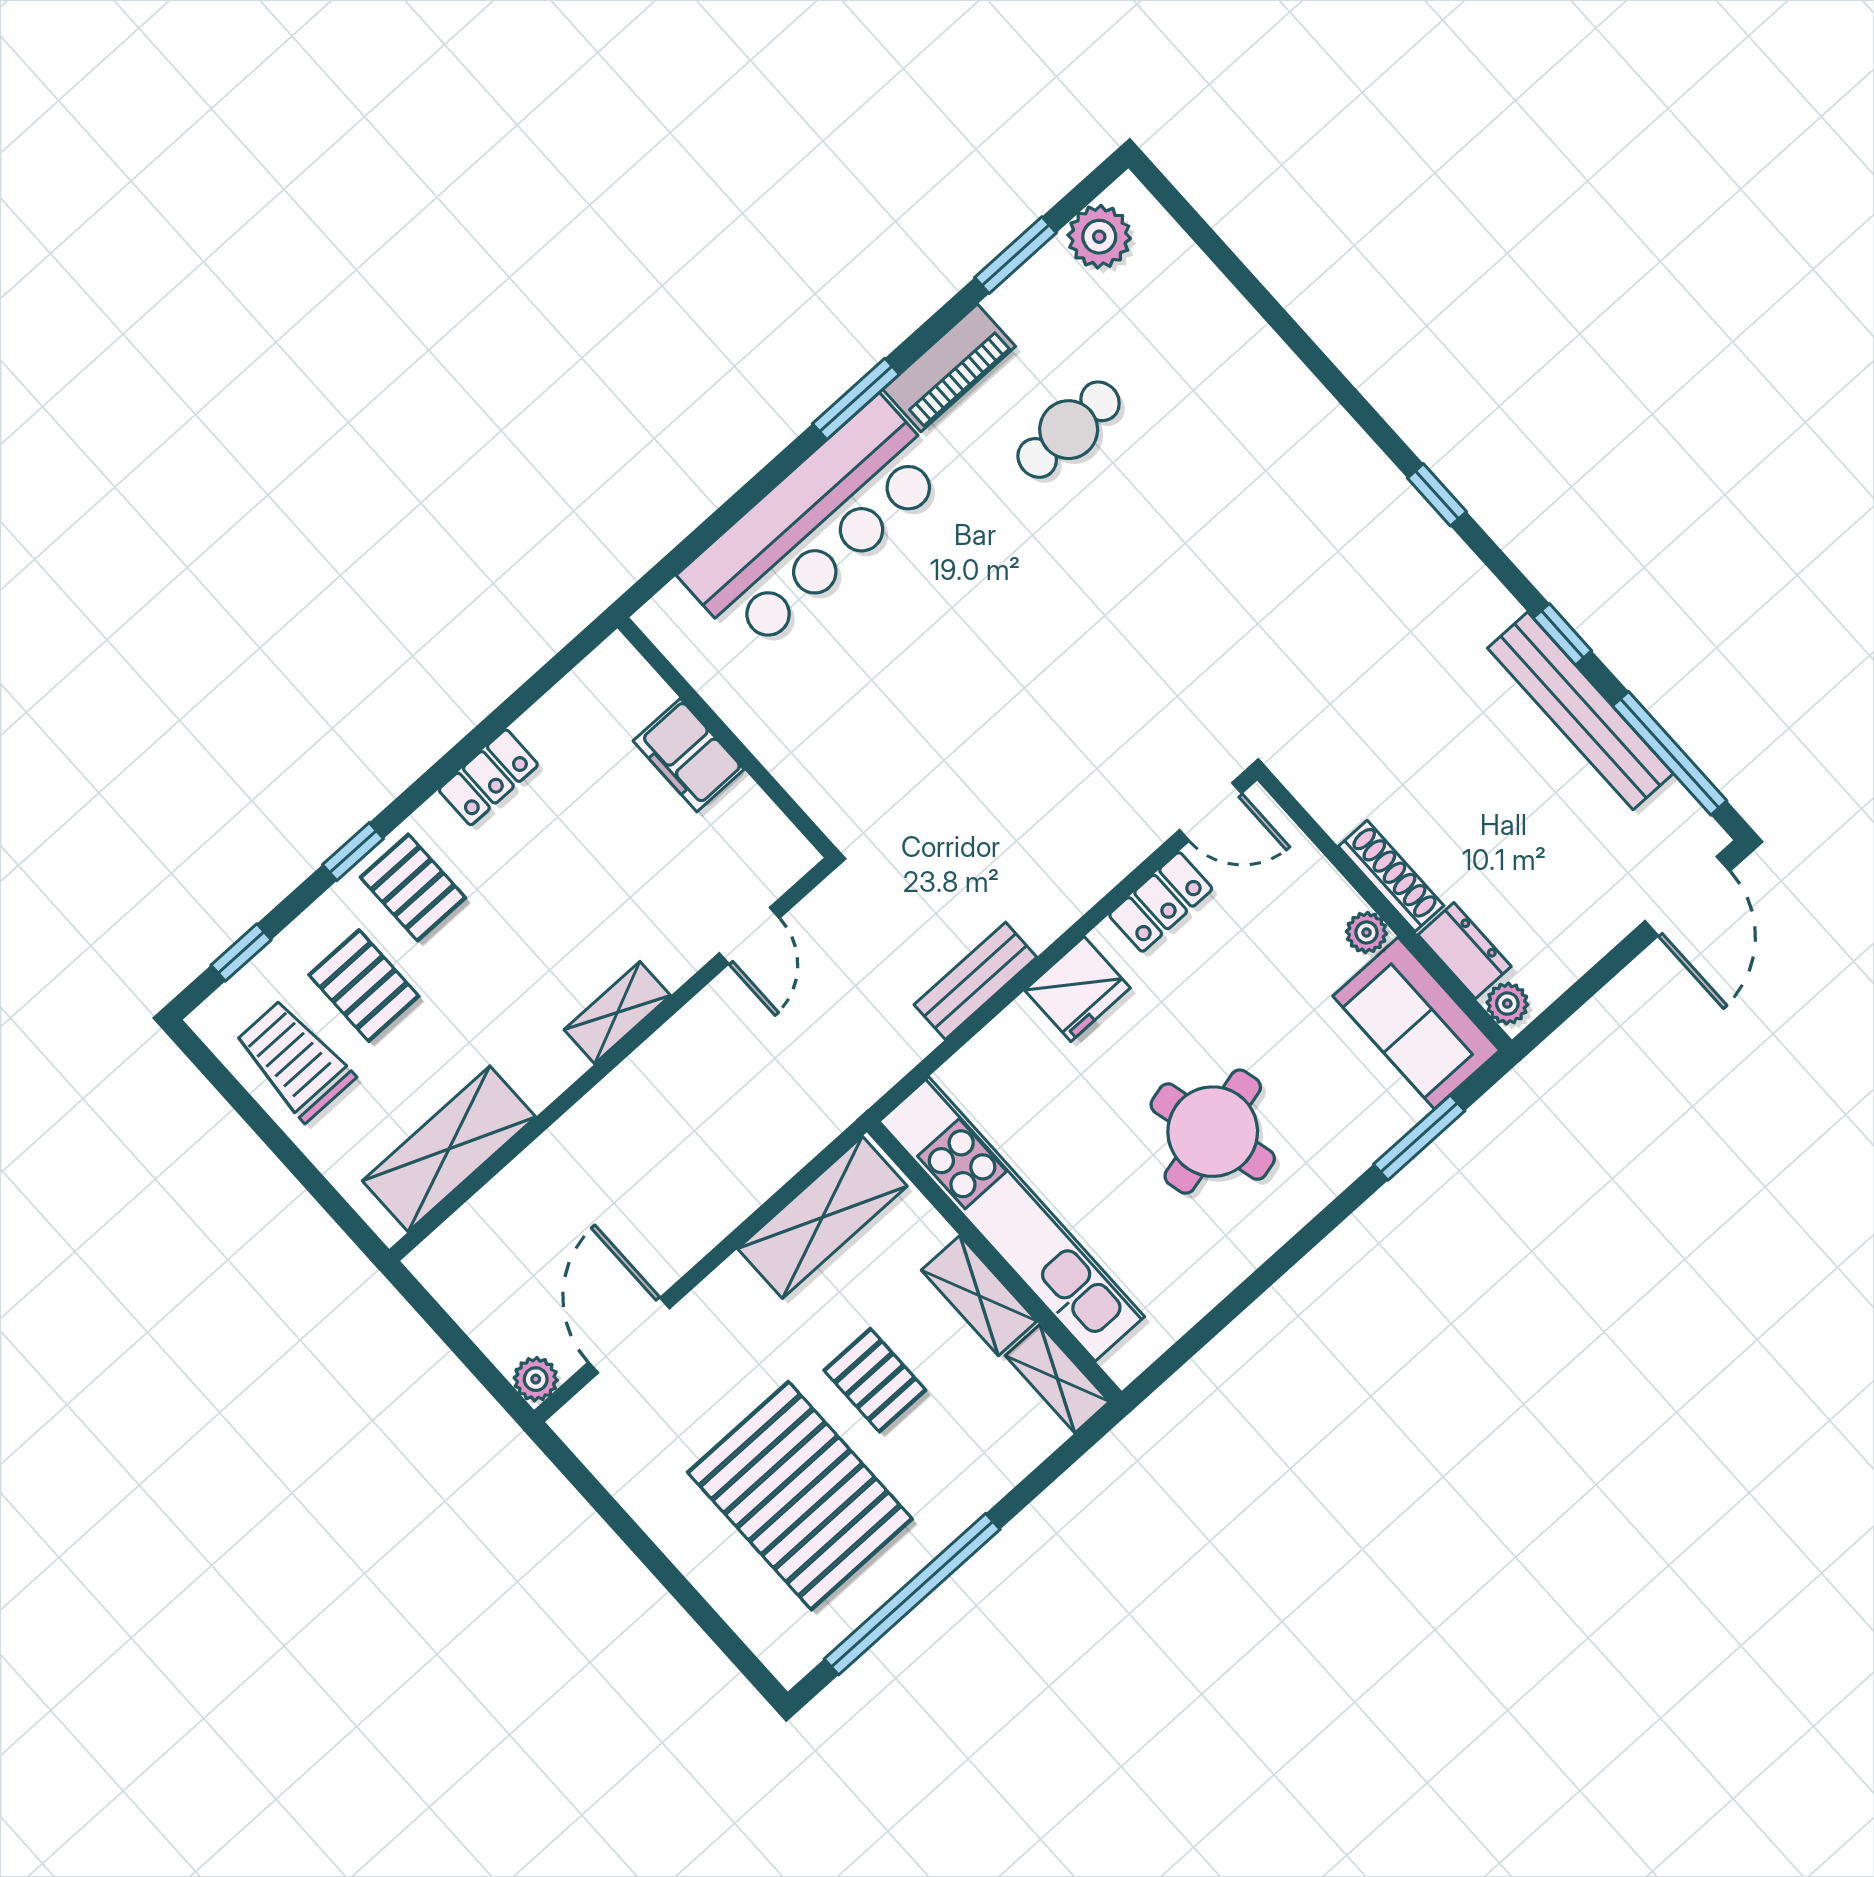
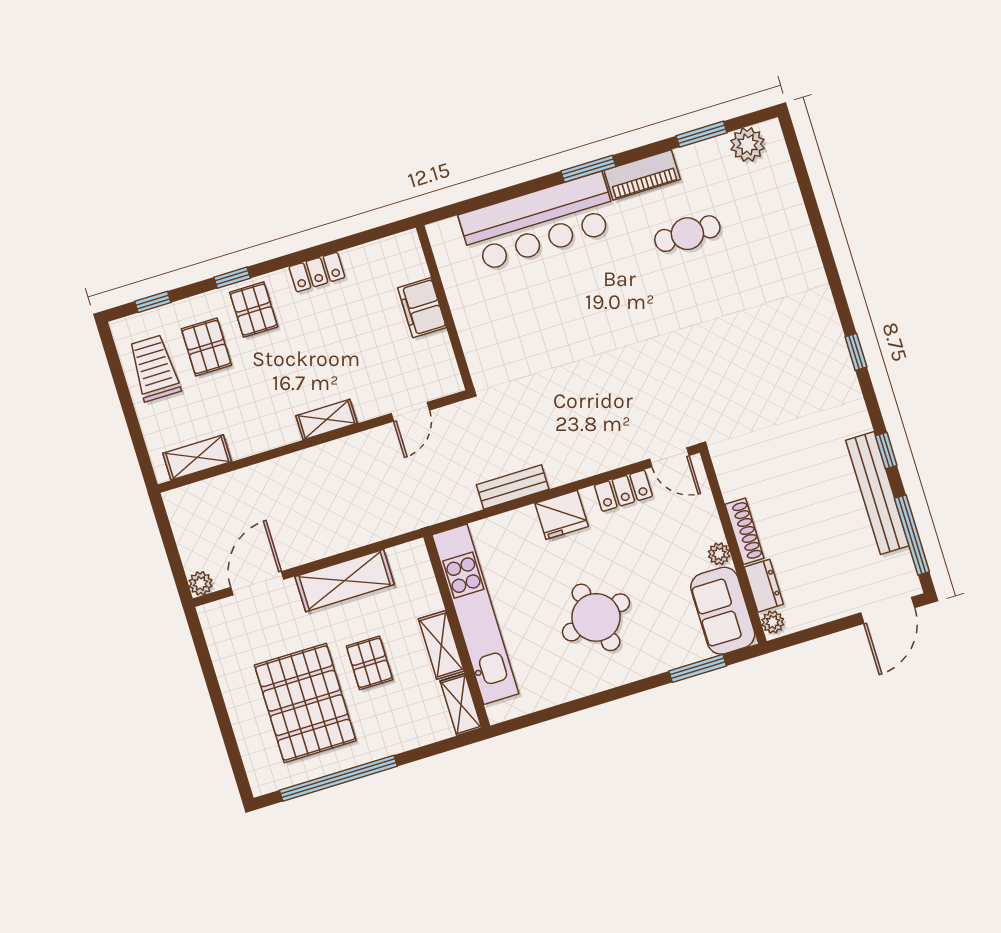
shelving: (449, 1149) -> (197, 457), width x0.67, depth x0.75
shelving: (822, 1217) -> (345, 581), moved

